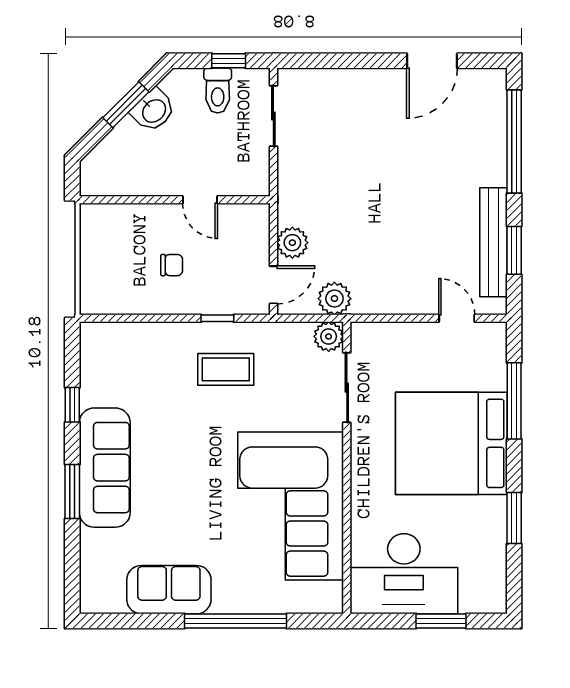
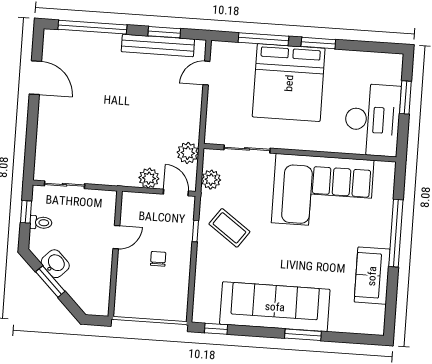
toilet: (218, 91) -> (41, 223), width x0.73, depth x0.72
plant: (329, 336) -> (211, 180), moved
coffee table: (226, 369) -> (229, 228), turned -54
window: (72, 405) -> (216, 329), moved
sofa: (105, 468) -> (275, 307), width x1.36, depth x1.27
window: (514, 518) -> (318, 43), moved

